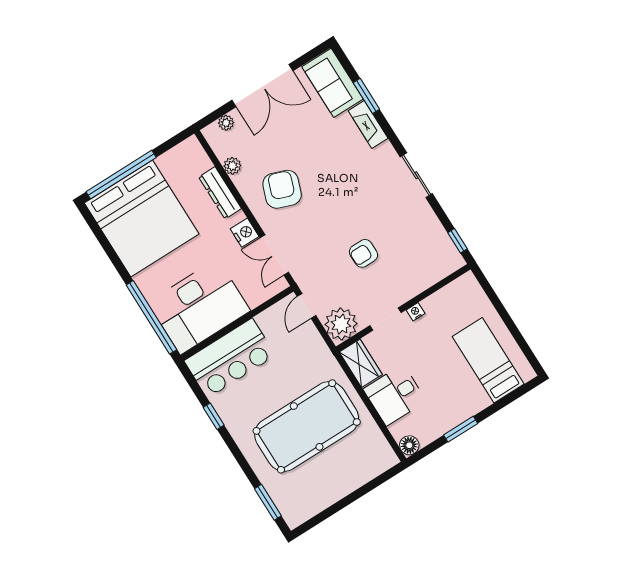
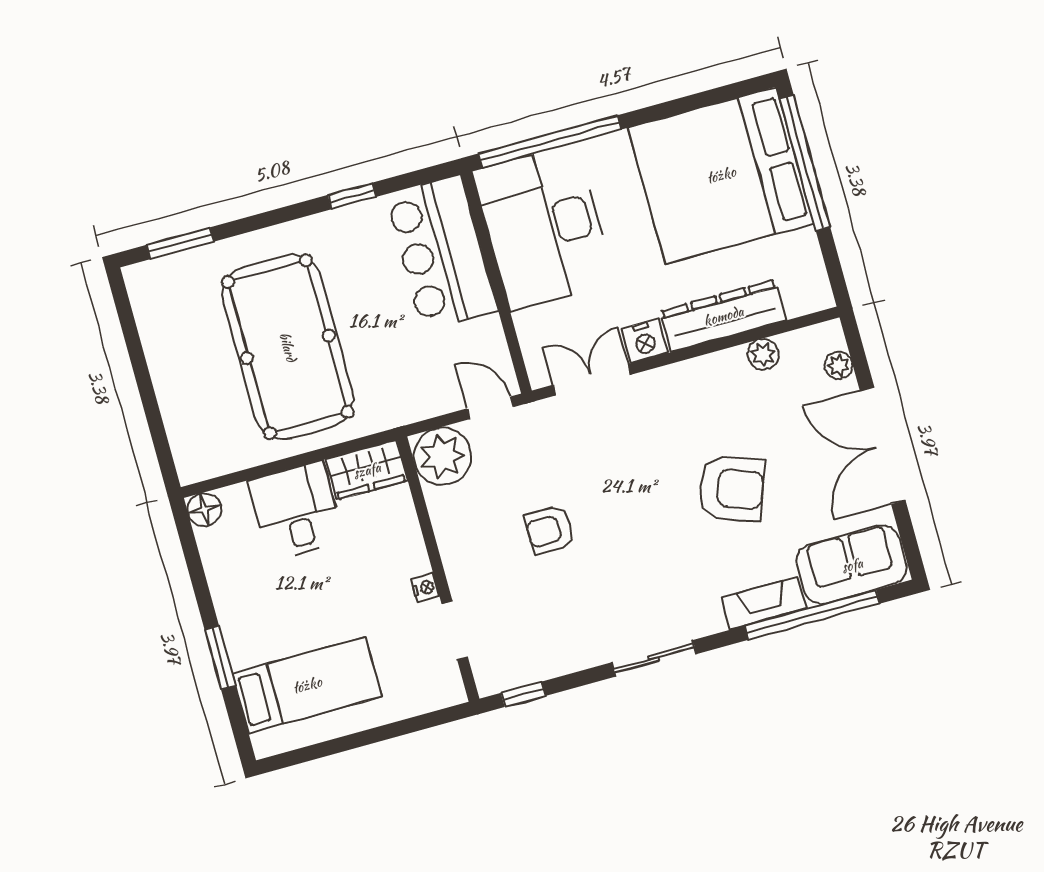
window: (366, 96) -> (812, 615), width x2.11
armchair: (282, 189) -> (732, 488), moved
dresser: (220, 193) -> (723, 316), width x1.37, depth x1.24
armchair: (363, 253) -> (550, 530), turned -90
doorway: (385, 319) -> (455, 631), moved
window: (461, 429) -> (220, 658), moved

